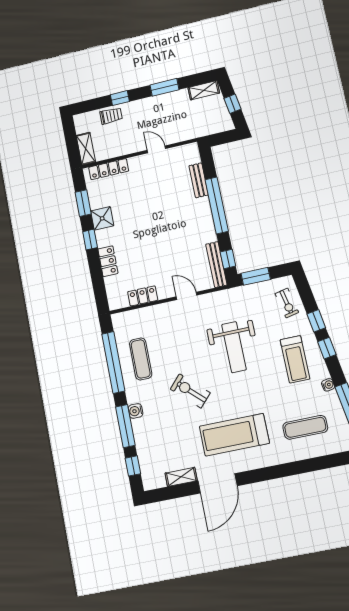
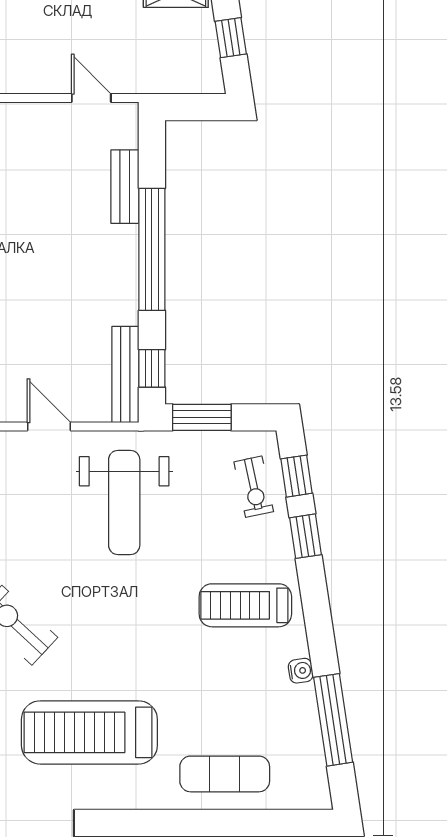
door: (156, 149) -> (91, 98), moved
weight bench: (234, 347) -> (124, 502), moved
window: (327, 348) -> (297, 476), moved
treadmill: (295, 359) -> (245, 605), turned 90
exercise mat: (305, 427) -> (225, 774), moved

